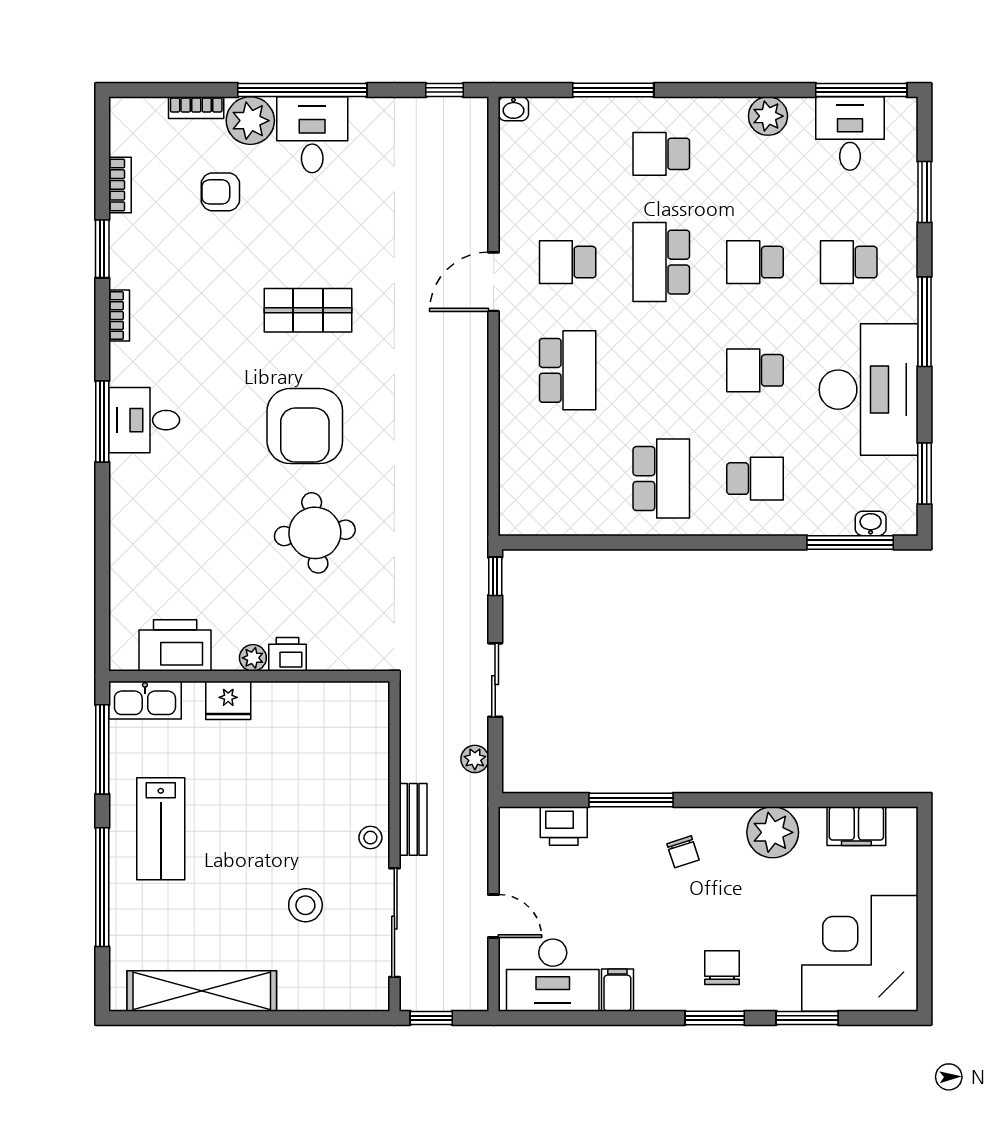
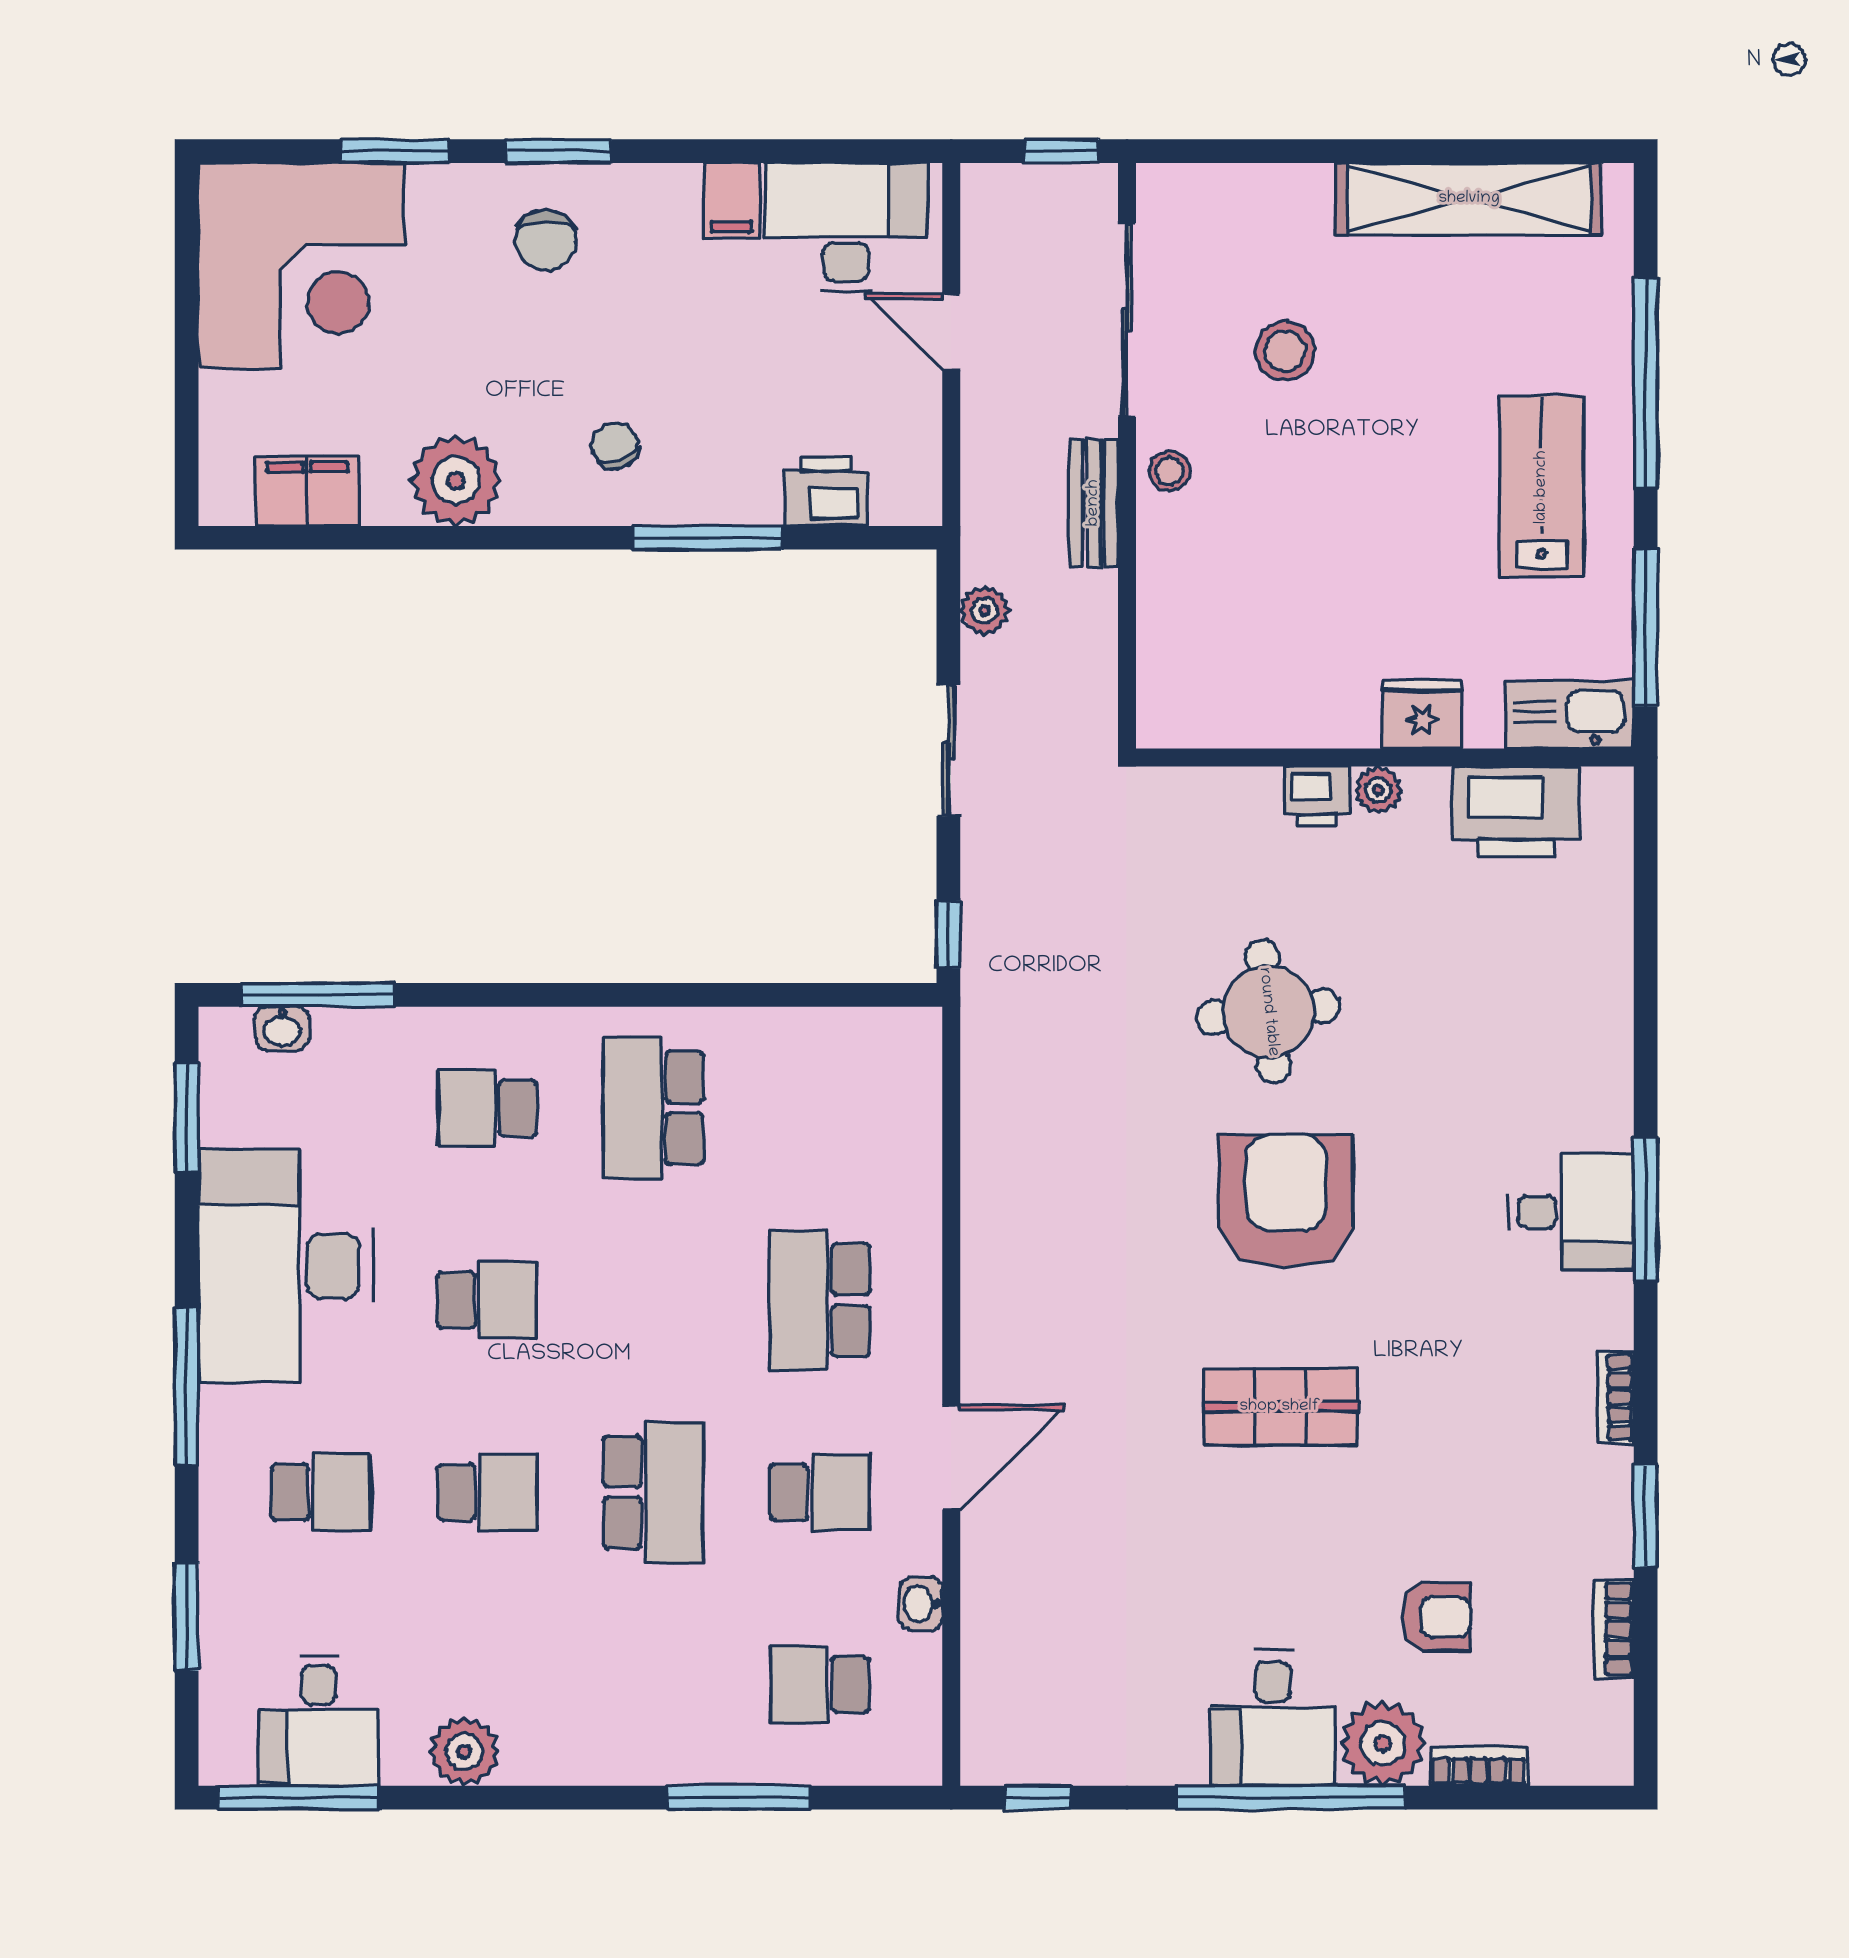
washbasin: (513, 109) -> (921, 1604), moved, turned -90
school desk: (661, 154) -> (820, 1684), moved, turned 180

